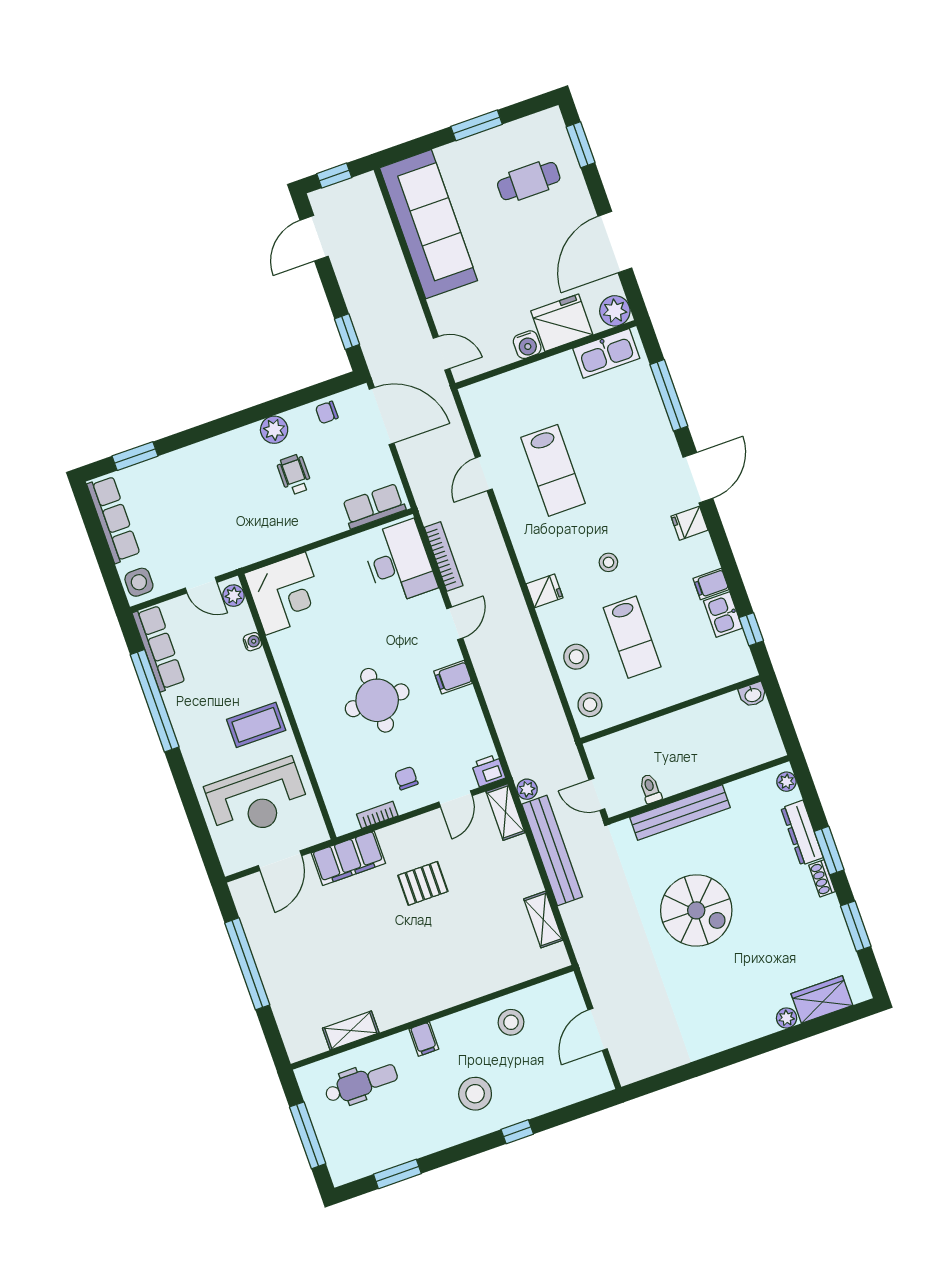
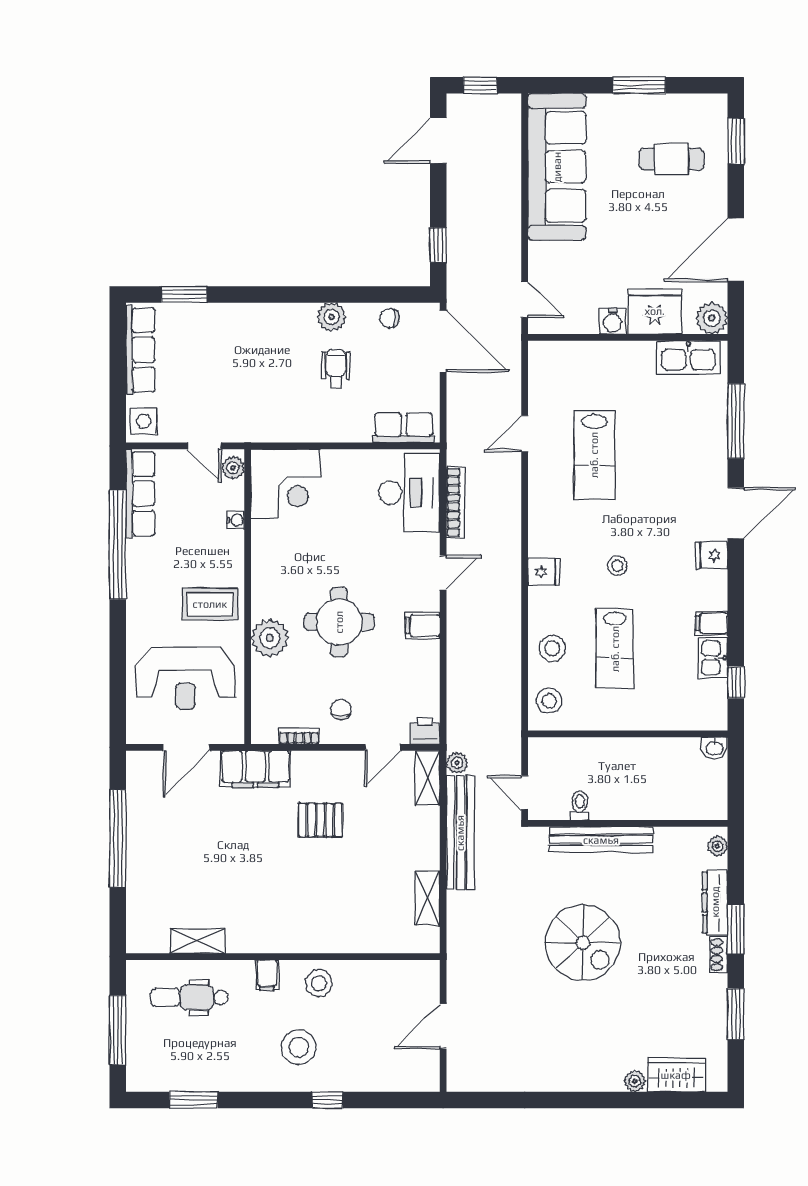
plant: (320, 736) -> (270, 638), added
stool: (511, 1022) -> (319, 983), moved
dental chair: (361, 1084) -> (189, 997), turned 180

